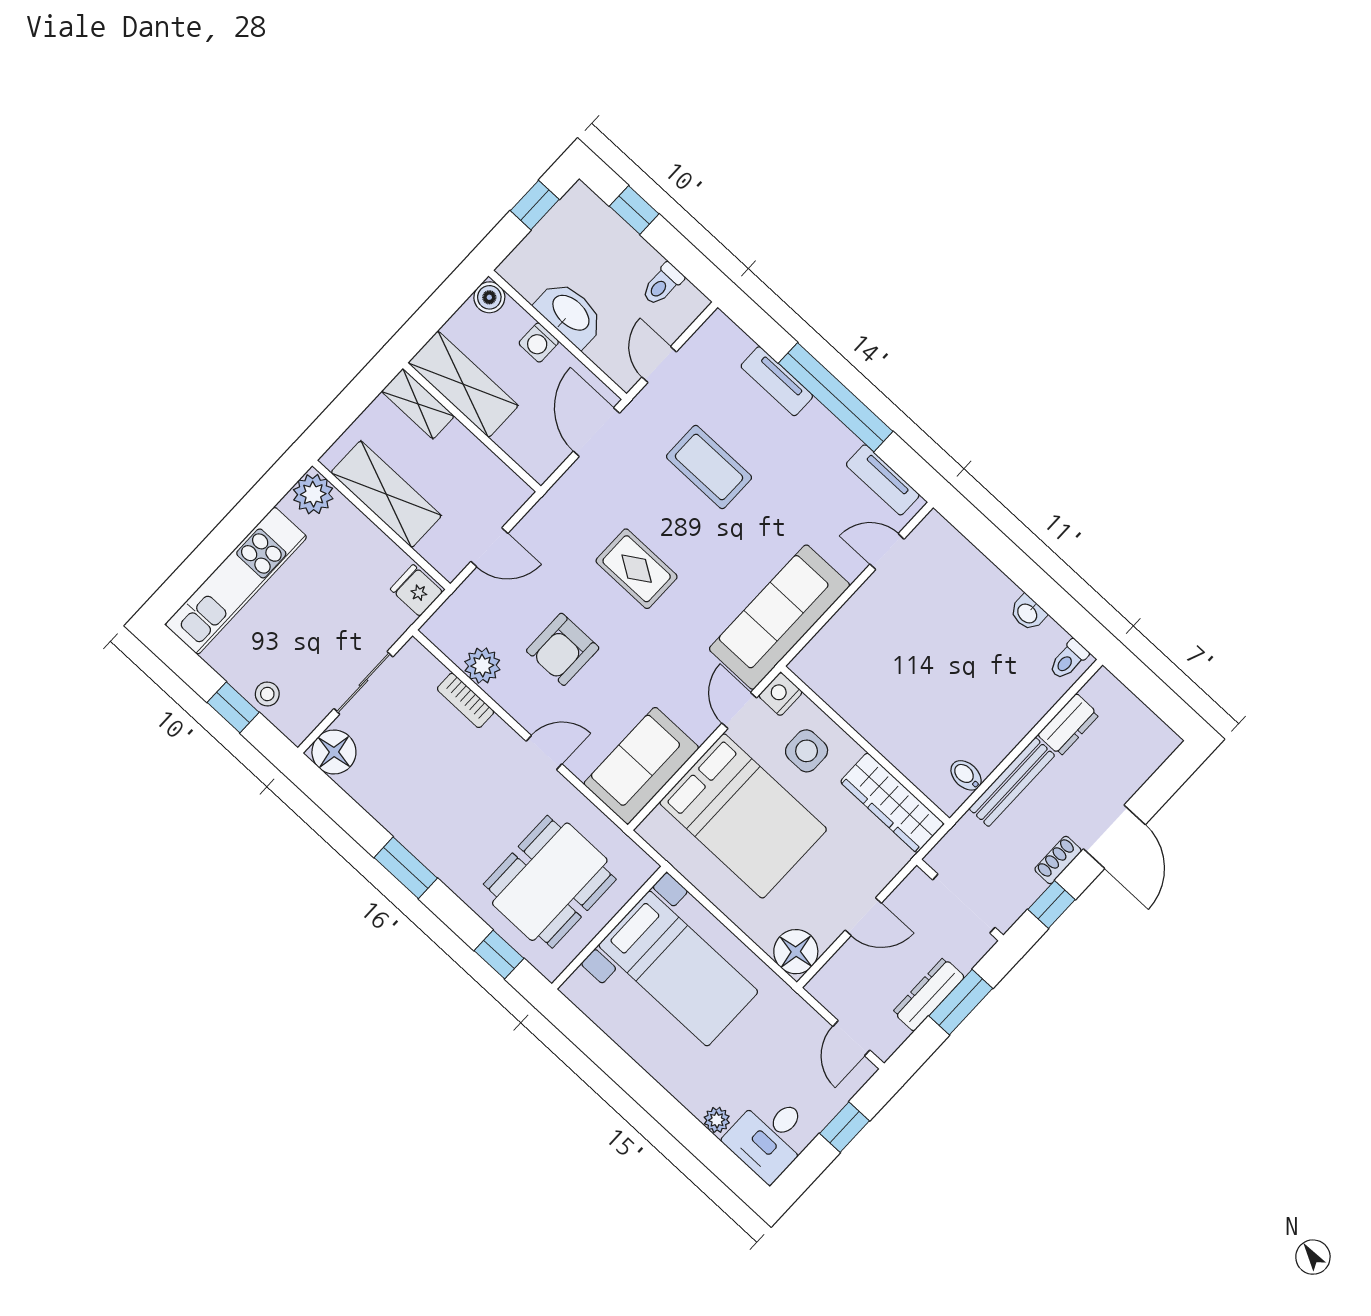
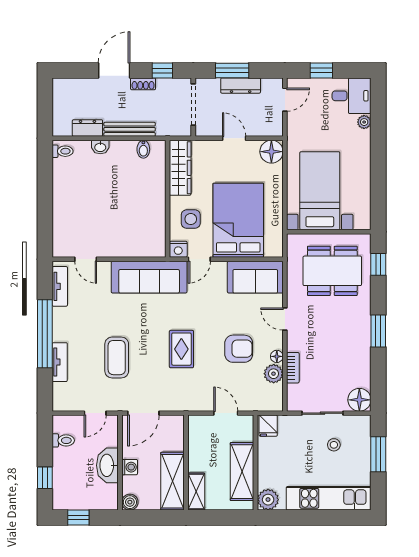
washbasin: (1028, 613) -> (100, 147), moved, turned 90
floor lamp: (502, 693) -> (277, 356), added
stool: (267, 694) -> (334, 445), moved
window: (233, 707) -> (378, 454), width x1.50

